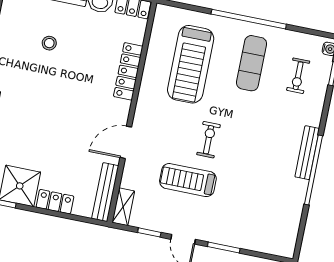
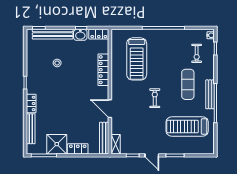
exercise mat: (251, 63) -> (188, 84), moved
door: (126, 142) -> (110, 109), hinge flipped
treadmill: (188, 180) -> (187, 127), moved, width x1.37, depth x1.38

